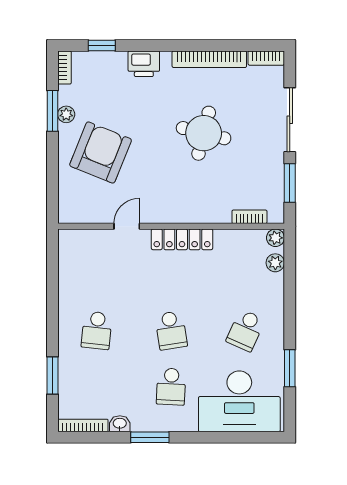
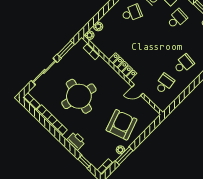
round table: (204, 133) -> (79, 96), width x1.36, depth x1.36
armchair: (101, 153) -> (122, 125), turned 139
school desk: (171, 330) -> (164, 84), moved

